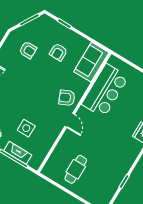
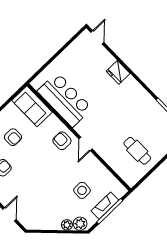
armchair: (67, 98) -> (62, 141), turned 114
door: (70, 120) -> (86, 144), swing flipped

